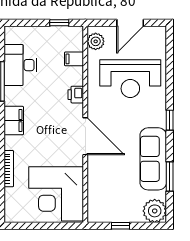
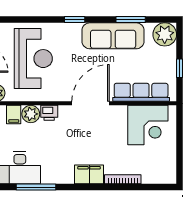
plant: (75, 76) -> (31, 114), added
filing cabinet: (14, 121) -> (89, 174), moved
row of seats: (96, 187) -> (141, 92), added
corner desk: (56, 194) -> (148, 125), width x0.74, depth x0.74

